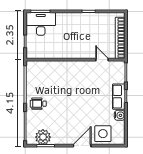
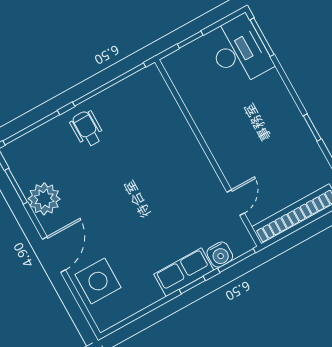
water cooler: (120, 115) -> (220, 255), moved
plant: (43, 137) -> (44, 199), moved
door: (82, 146) -> (54, 255), hinge flipped

